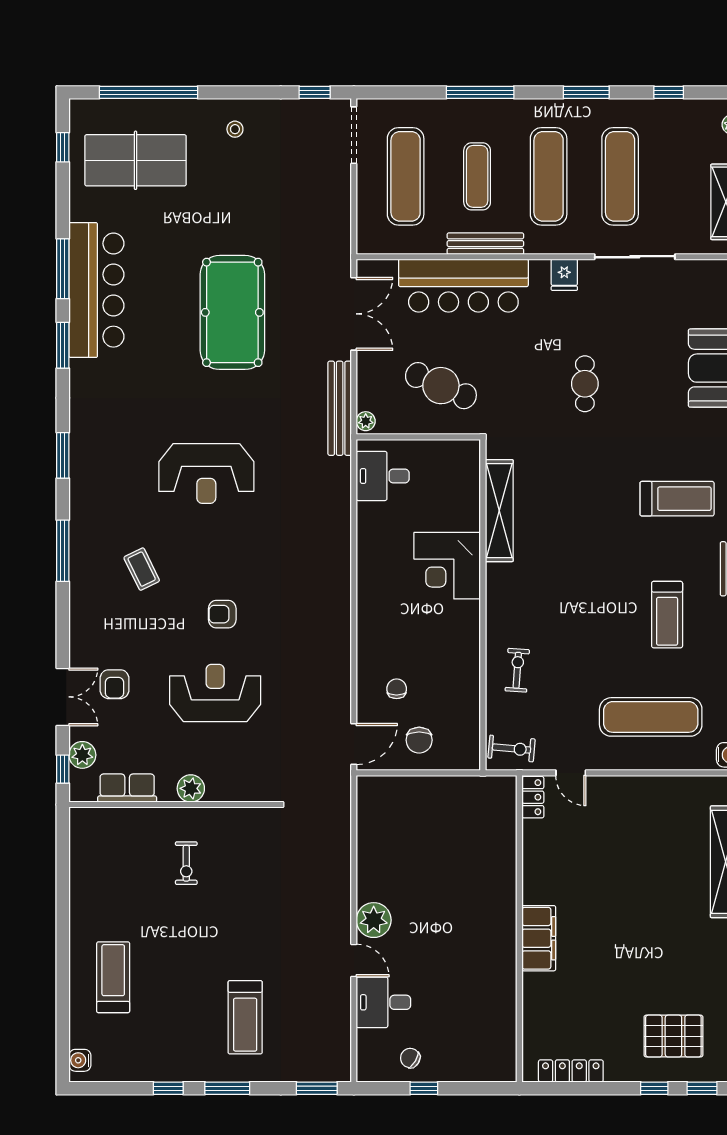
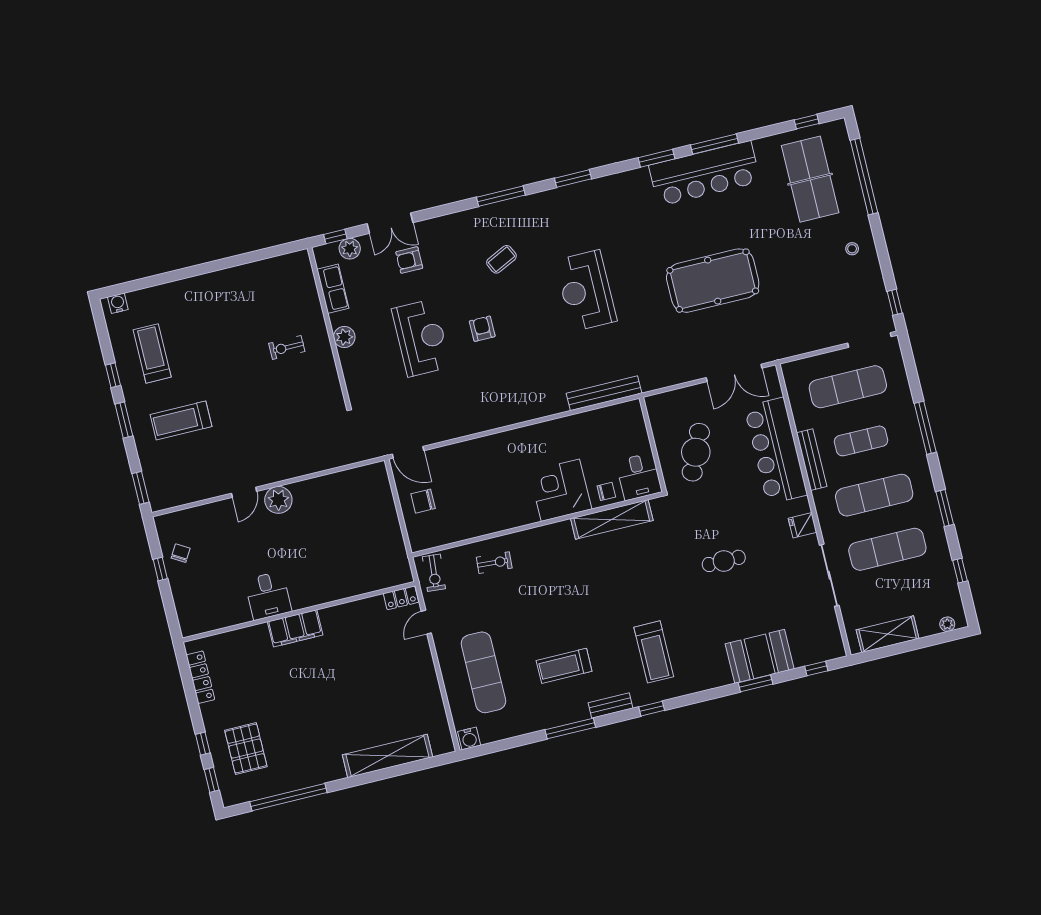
bench: (340, 408) -> (604, 393), moved
plant: (366, 421) -> (655, 402), removed
desk: (383, 476) -> (639, 476), moved, turned 180
chair: (397, 689) -> (606, 491), moved
treadmill: (113, 977) -> (152, 353), moved, turned -90
desk: (383, 1002) -> (268, 596), moved, turned 180

